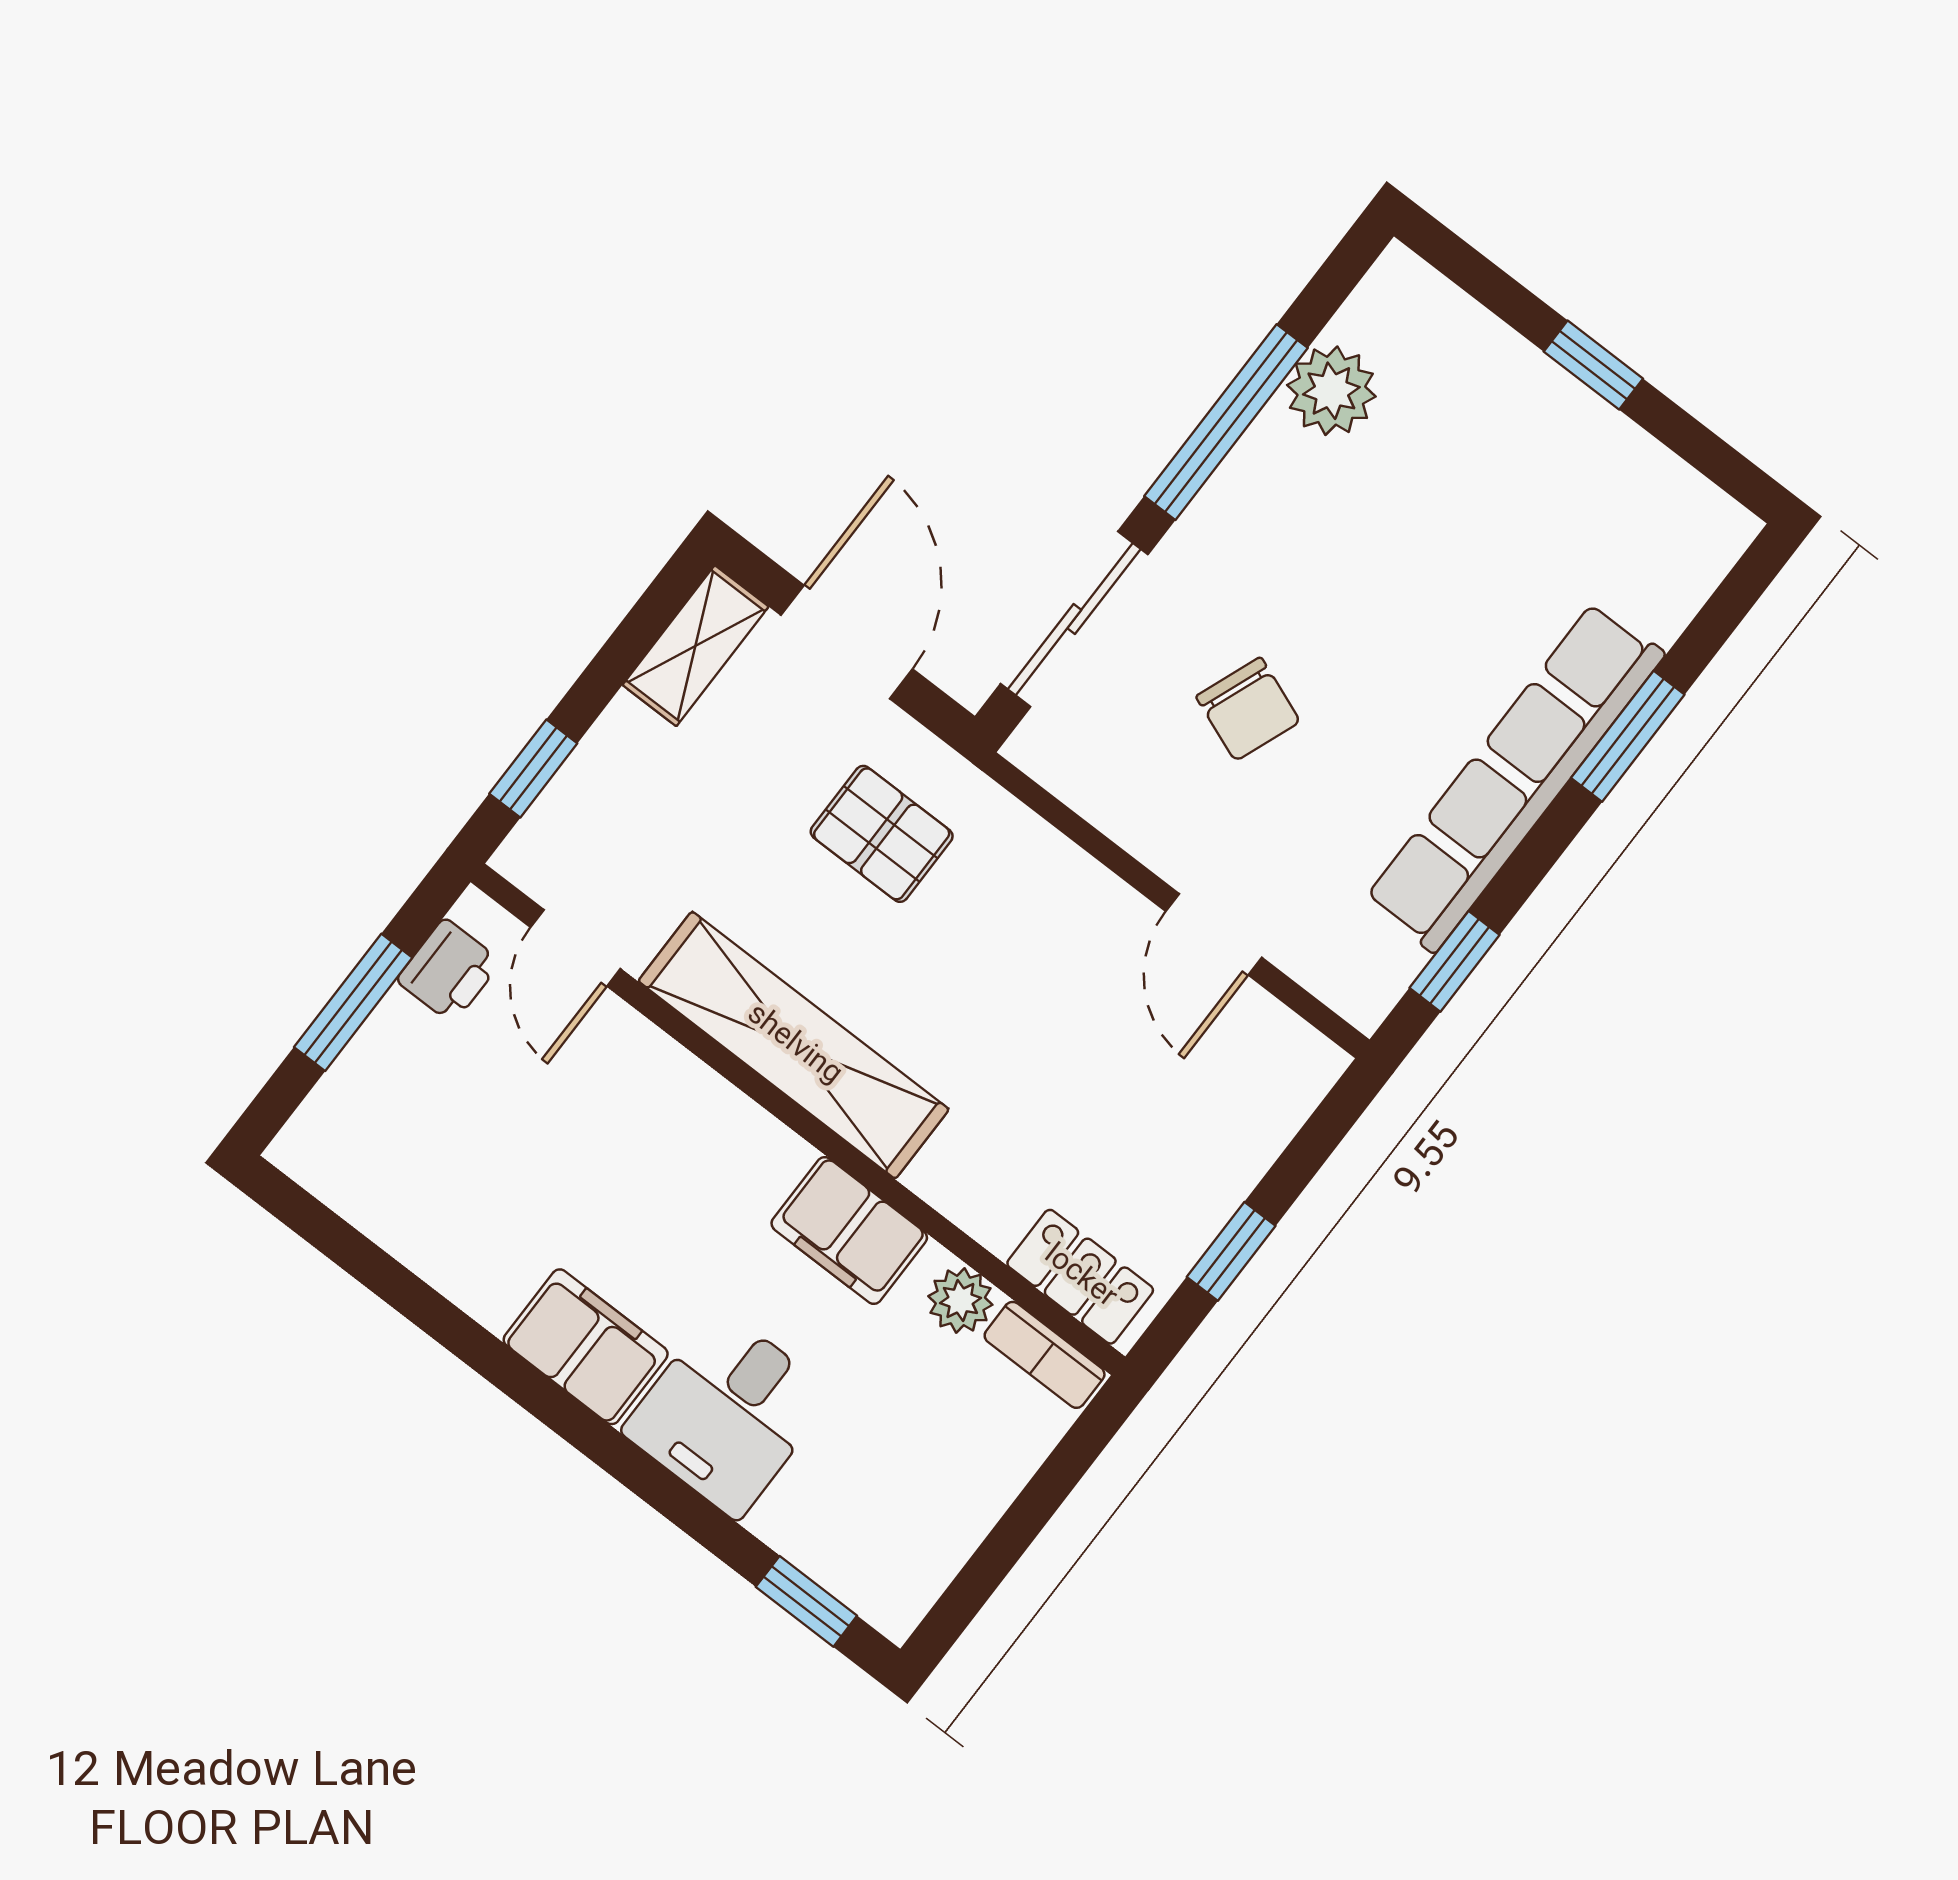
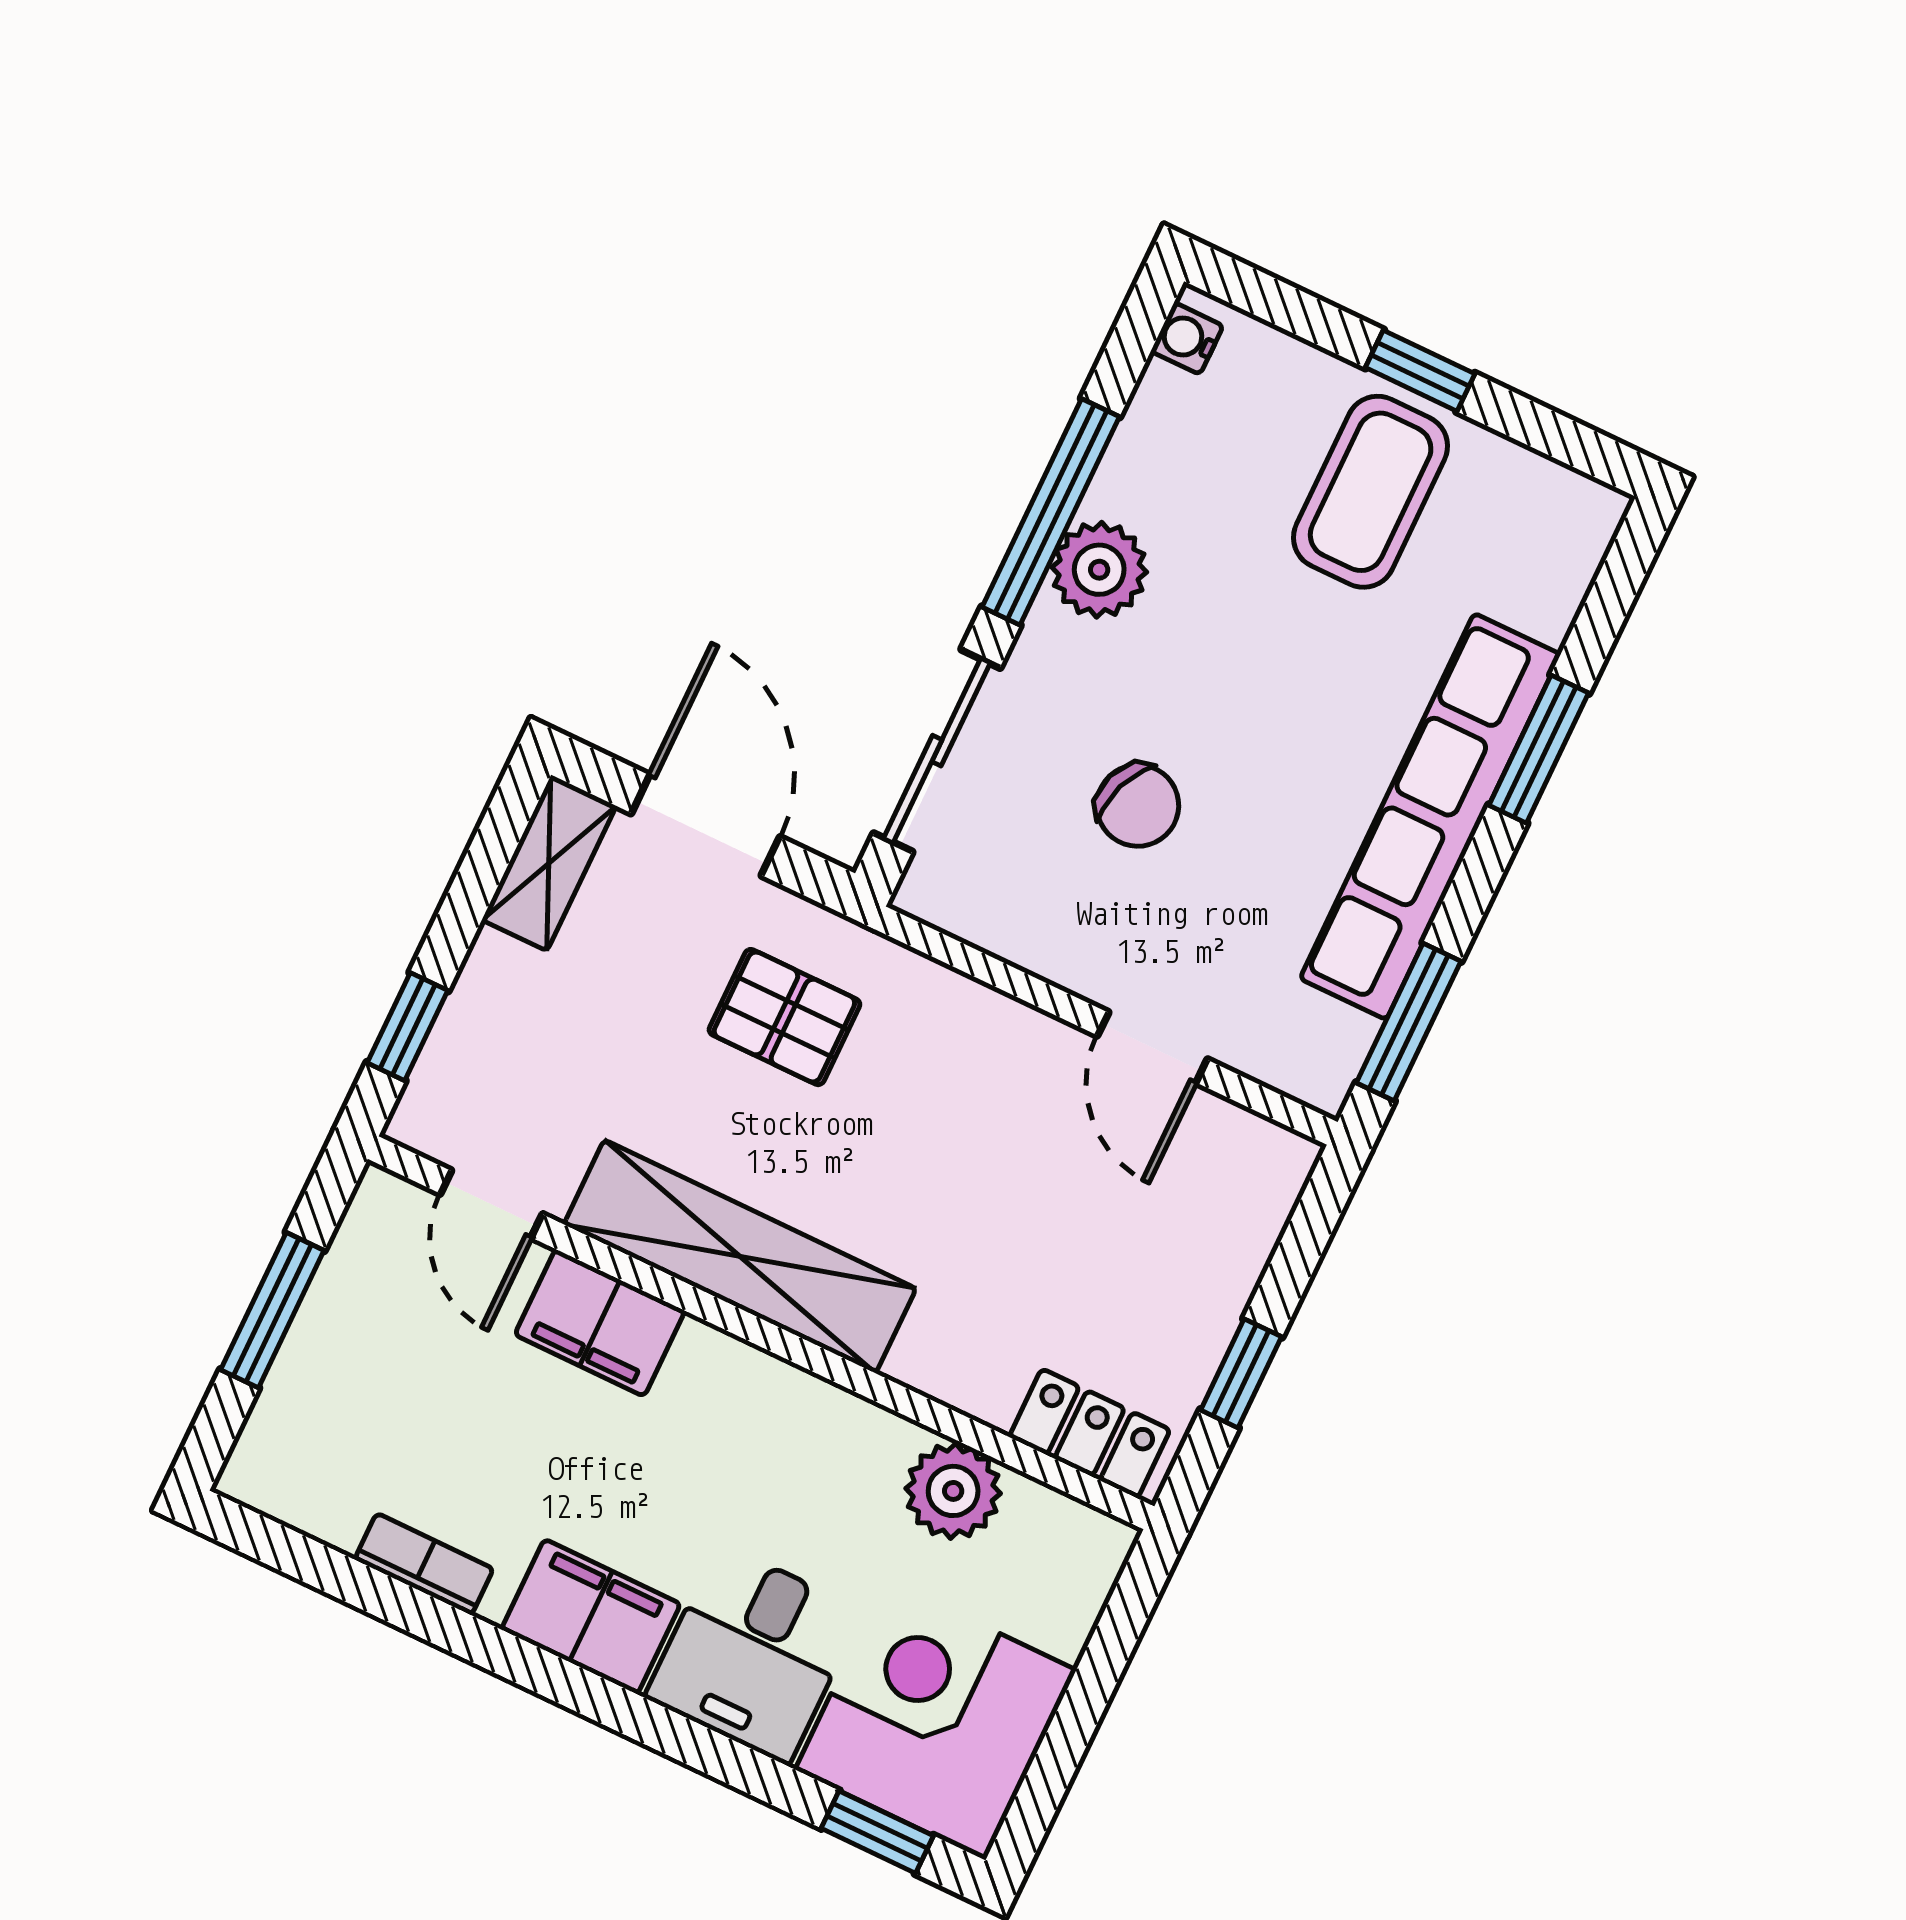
water cooler: (1385, 289) -> (1187, 338), added
plant: (1331, 391) -> (1099, 570), moved
coffee table: (1524, 467) -> (1371, 492), added
window: (1454, 961) -> (1409, 1022), width x1.50
printer: (449, 971) -> (365, 1256), removed
filing cabinet: (849, 1231) -> (600, 1323), moved
plant: (960, 1301) -> (953, 1491), width x1.38, depth x1.38
bookcase: (1045, 1355) -> (424, 1564), moved, turned 180
corner desk: (882, 1510) -> (936, 1720), added

